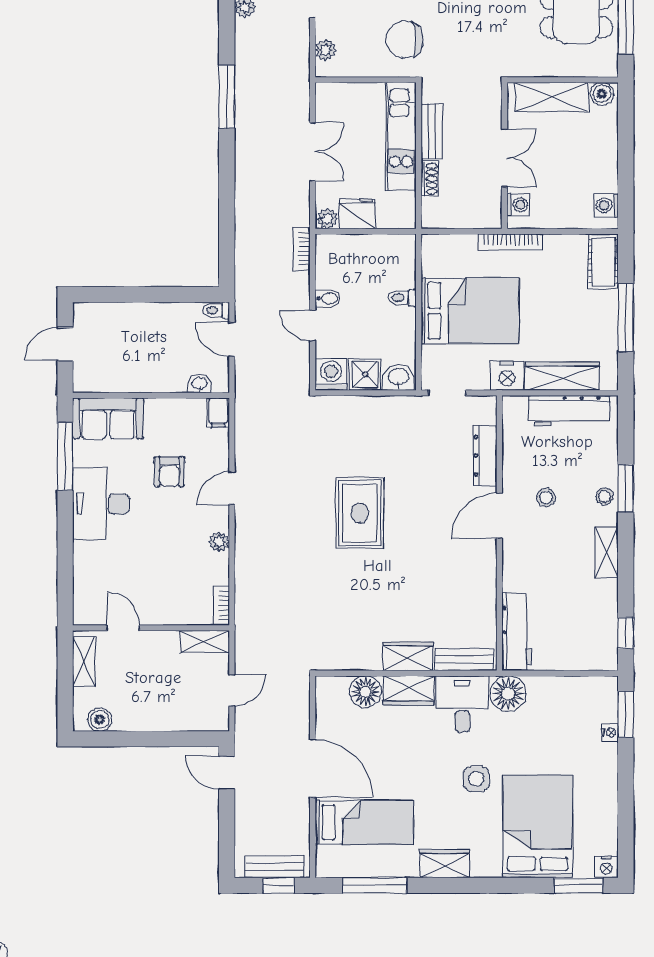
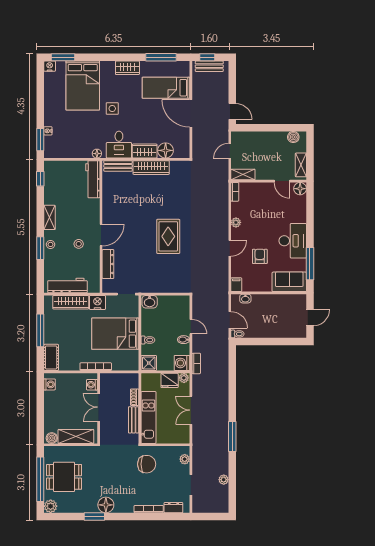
washing machine: (331, 374) -> (182, 363), moved, turned 90
shower: (365, 375) -> (149, 363), moved
floor lamp: (86, 612) -> (300, 189), added
wardrobe: (408, 656) -> (151, 168), width x1.50
floor lamp: (508, 694) -> (97, 154), width x0.53, depth x0.53

